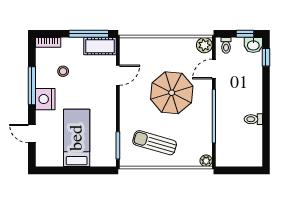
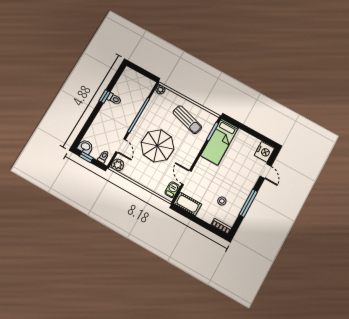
window: (89, 34) -> (190, 217), removed
barbecue: (126, 52) -> (172, 190), added
window: (266, 57) -> (105, 96), moved
door: (214, 69) -> (121, 146), hinge flipped
door: (118, 75) -> (187, 178), hinge flipped
nightstand: (45, 99) -> (264, 152), moved
bed: (77, 138) -> (219, 142), moved

